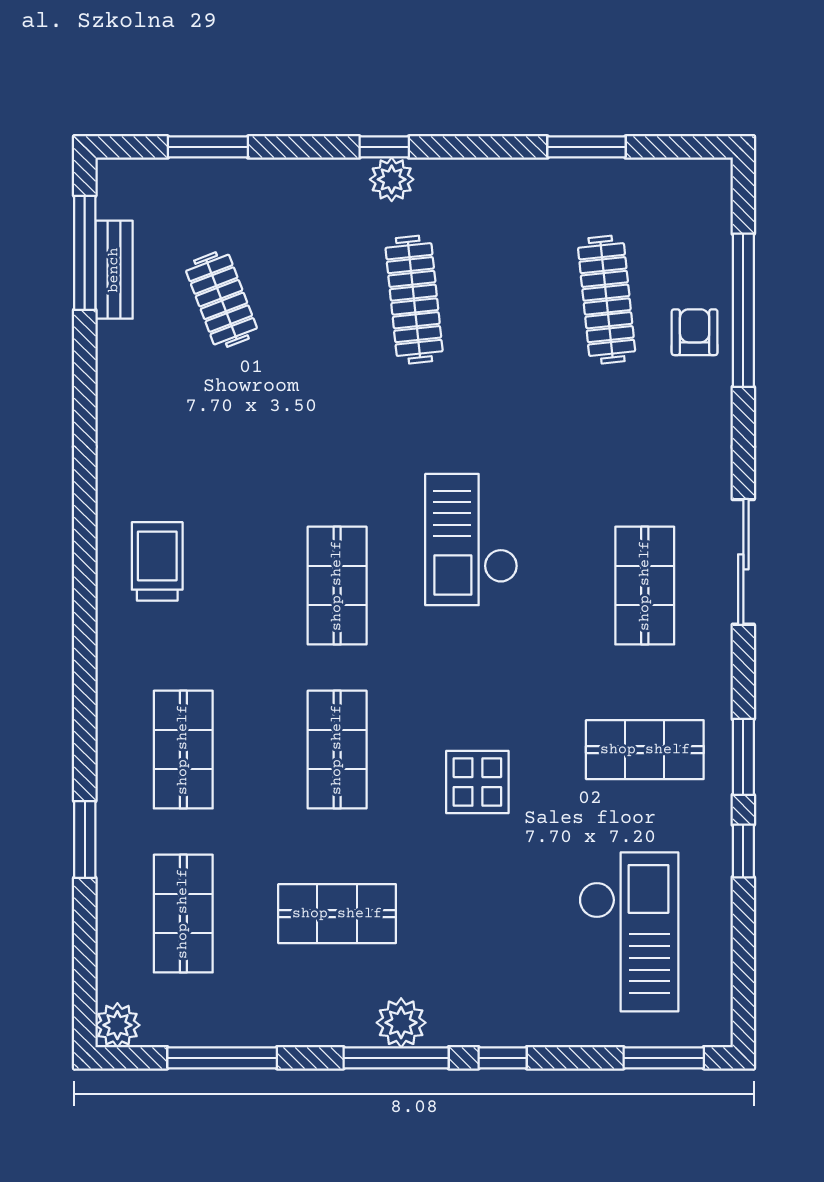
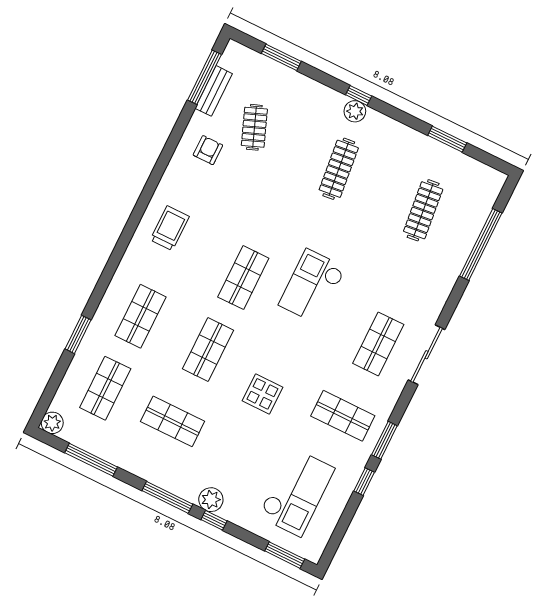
armchair: (695, 332) -> (208, 150), moved
plant: (401, 1023) -> (211, 500), moved

